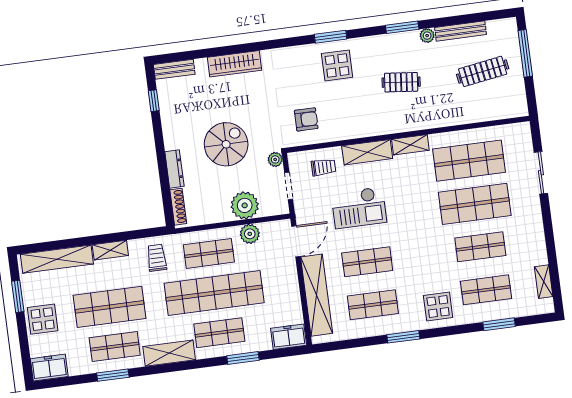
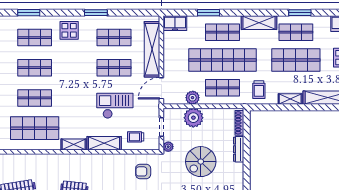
shop shelf: (475, 204) -> (35, 98), width x0.70, depth x0.74

